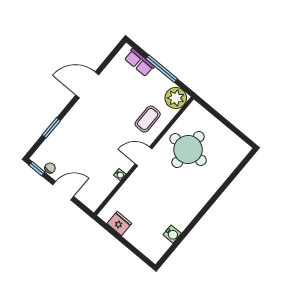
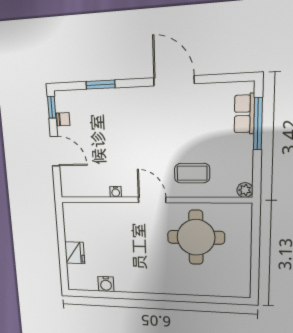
window: (162, 69) -> (258, 124), moved
plant: (176, 98) -> (245, 190), width x0.53, depth x0.53
fridge: (119, 223) -> (75, 253), moved

